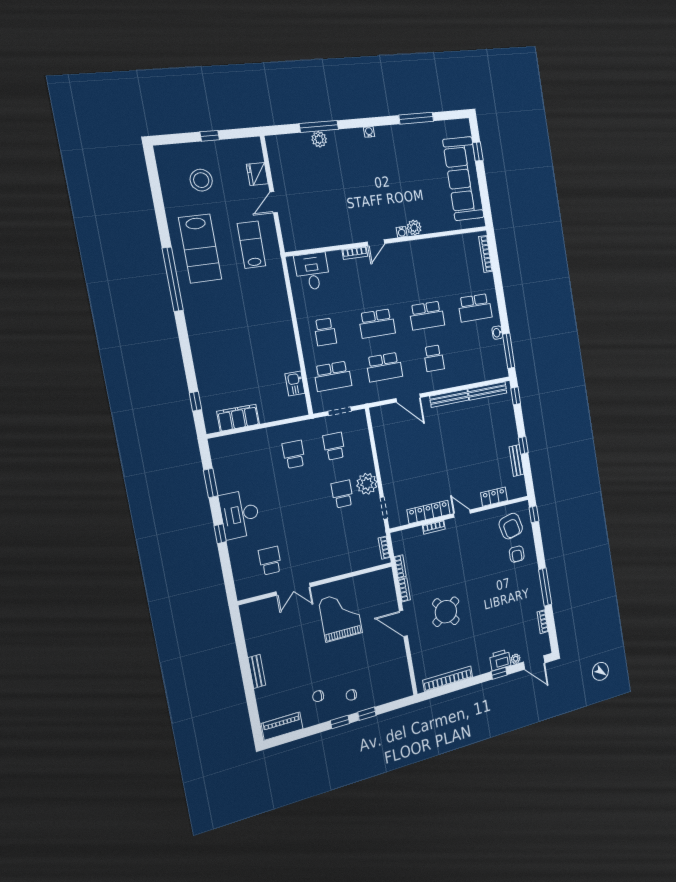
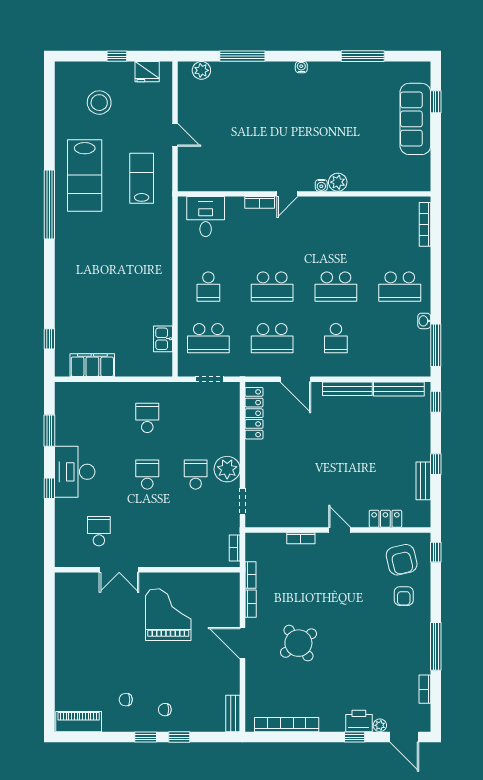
plant: (319, 139) -> (201, 70), moved
fridge: (257, 174) -> (147, 72), moved, turned -90
sofa: (463, 179) -> (415, 119), width x0.74, depth x0.79
door: (274, 202) -> (175, 135), swing flipped
school desk: (334, 446) -> (147, 475), moved
locker: (429, 512) -> (254, 413), moved, turned 90
bench: (257, 671) -> (233, 713), moved

